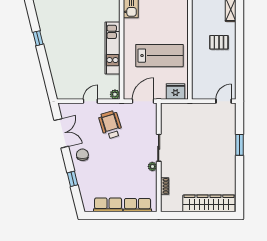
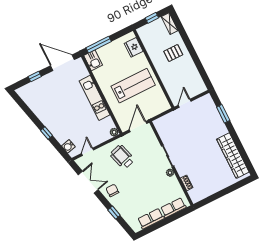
window: (38, 38) -> (46, 133), moved
water cooler: (59, 85) -> (68, 146), added
fridge: (175, 91) -> (134, 47), moved, turned -90
door: (90, 101) -> (87, 152), moved
door: (224, 101) -> (185, 103), moved
window: (239, 145) -> (223, 114), moved
wardrobe: (209, 203) -> (233, 156), moved, turned -90

